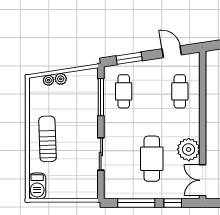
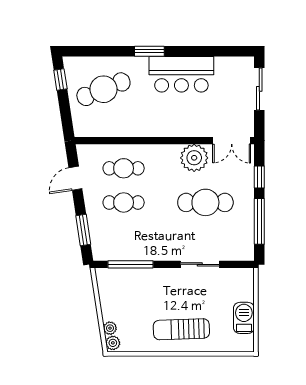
plant: (61, 79) -> (113, 343), moved
cafe table: (124, 91) -> (124, 202), moved
barbecue: (37, 186) -> (244, 318), moved, turned -90

